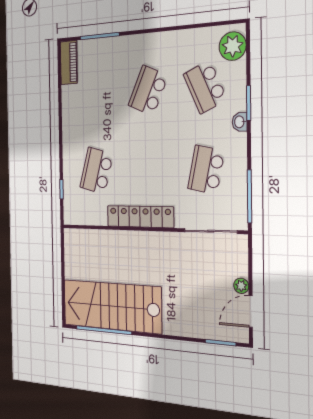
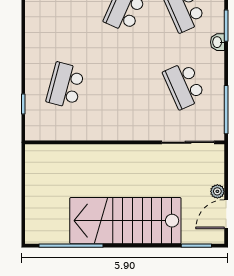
school desk: (206, 170) -> (184, 85), turned -36
locker: (140, 217) -> (114, 130), removed
stairs: (112, 306) -> (125, 221), moved

